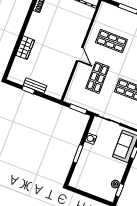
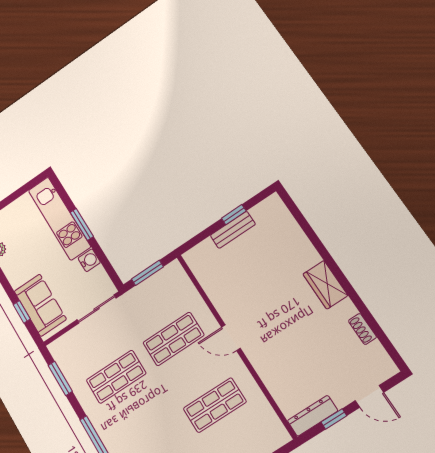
wardrobe: (25, 48) -> (325, 285), moved
shop shelf: (97, 78) -> (173, 339), turned 90
kitchen unit: (82, 166) -> (59, 218), added

